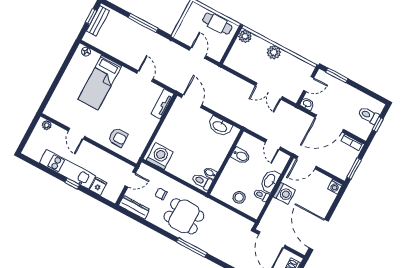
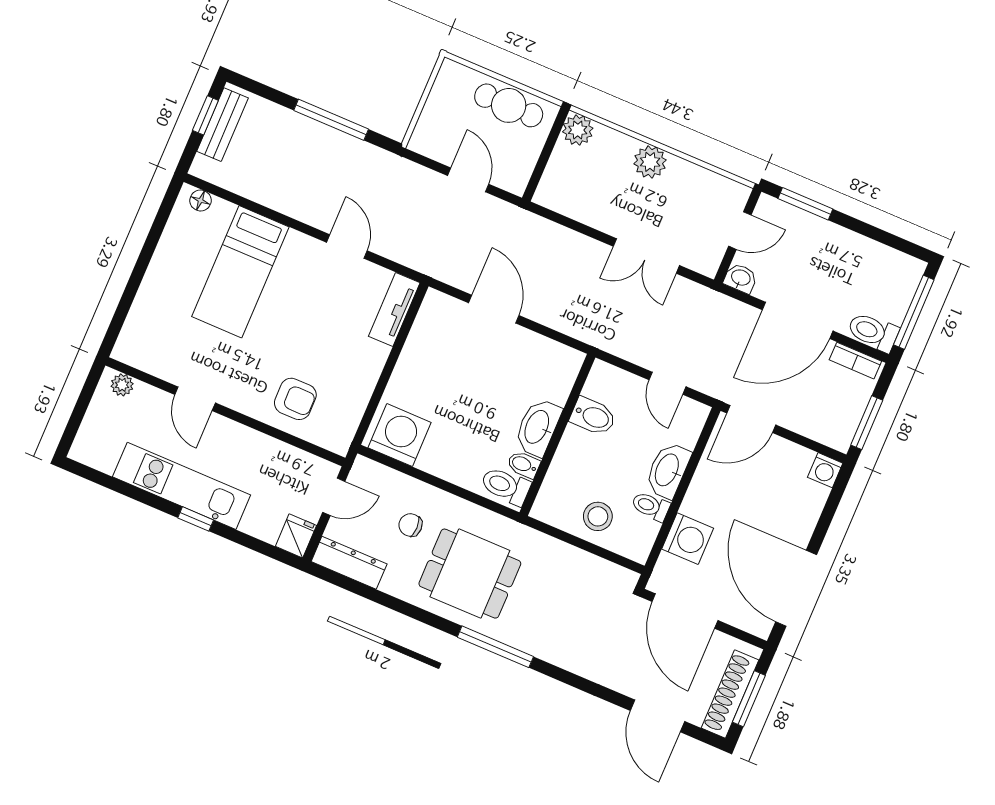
door: (192, 101) -> (494, 309), moved
toilet: (368, 115) -> (873, 332), moved
window: (378, 124) -> (914, 312), width x2.17
washbasin: (220, 126) -> (538, 427), moved, turned 90
fridge: (98, 186) -> (296, 536), moved
washing machine: (284, 193) -> (688, 539), moved

